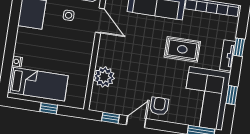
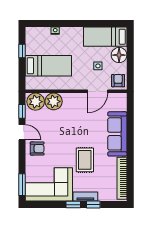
bed: (38, 84) -> (48, 66), moved, turned -90
window: (232, 95) -> (73, 205), moved
plant: (101, 99) -> (36, 102), added
window: (49, 108) -> (22, 51), moved

